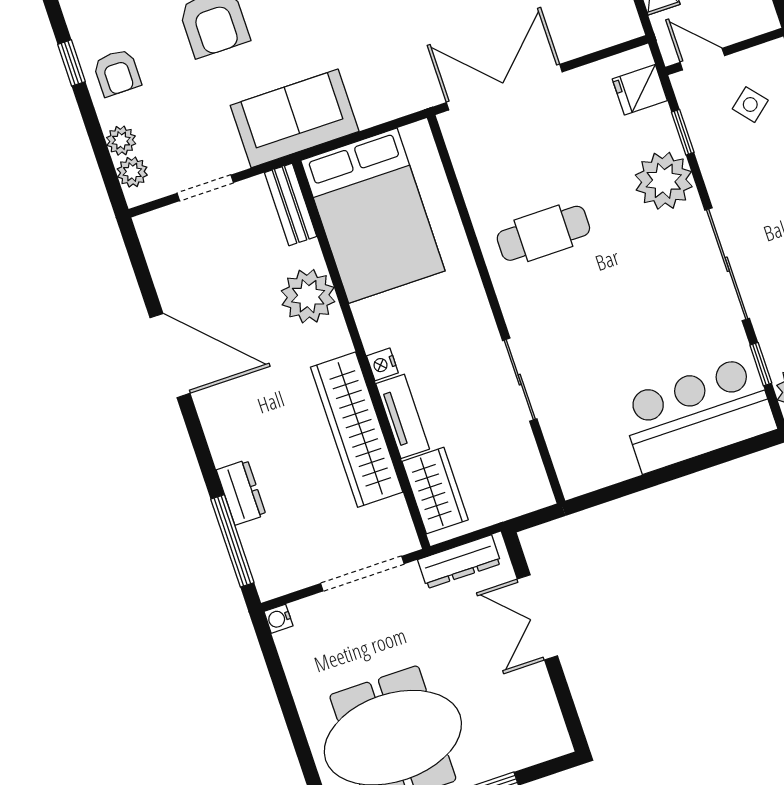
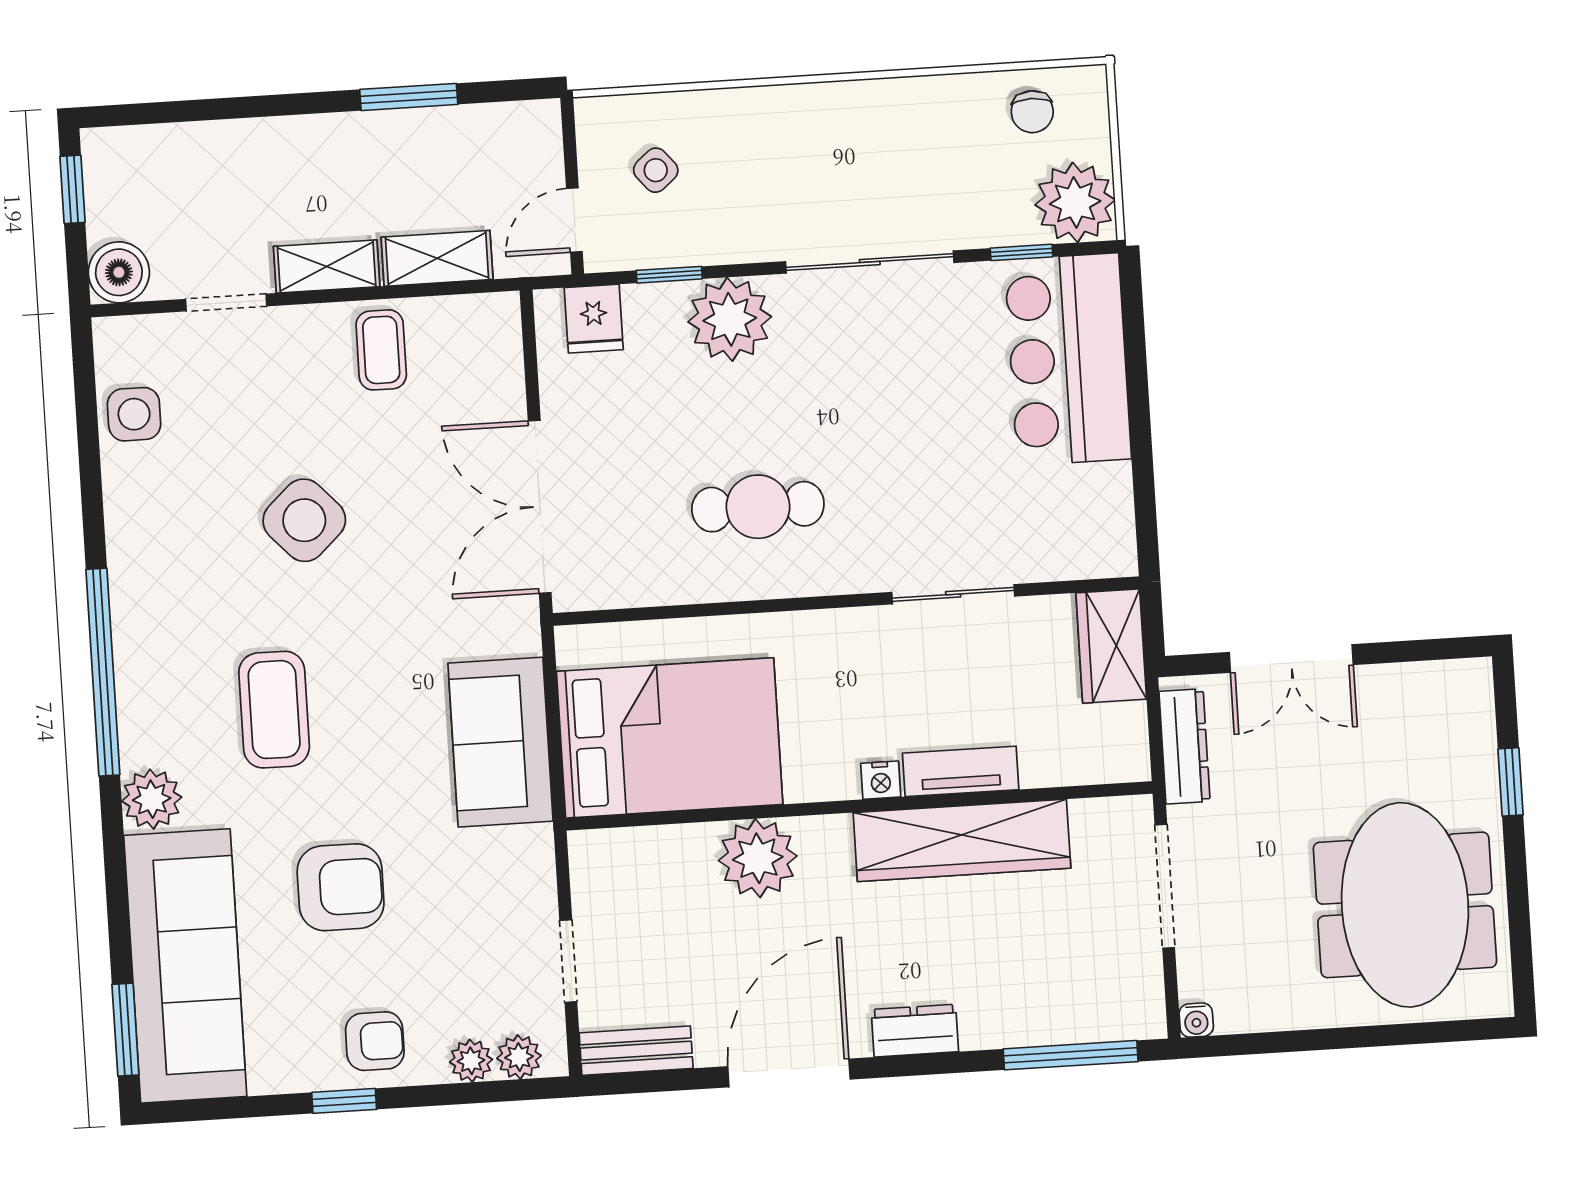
sofa: (295, 118) -> (501, 742), moved
bench: (291, 204) -> (636, 1051), moved
cafe table: (543, 233) -> (758, 507), turned 90
wardrobe: (435, 491) -> (1111, 646), moved, turned -90
dresser: (241, 492) -> (915, 1031), moved

